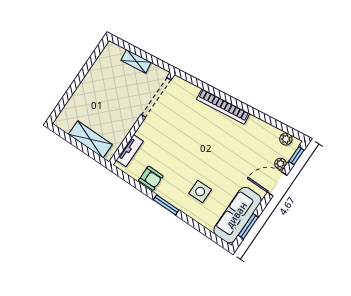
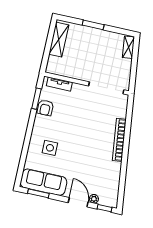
shelving: (136, 61) -> (128, 47), moved
window: (76, 83) -> (93, 25), added
shelving: (90, 139) -> (59, 40), moved
plant: (286, 139) -> (114, 196), removed
window: (166, 205) -> (36, 99), moved

